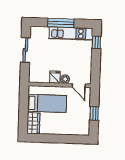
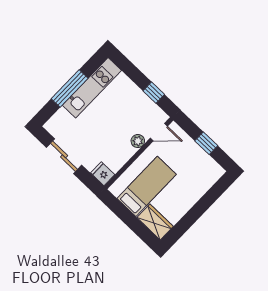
window: (96, 42) -> (154, 93), moved
fridge: (55, 77) -> (103, 174), moved

